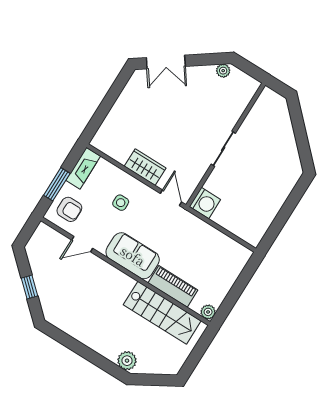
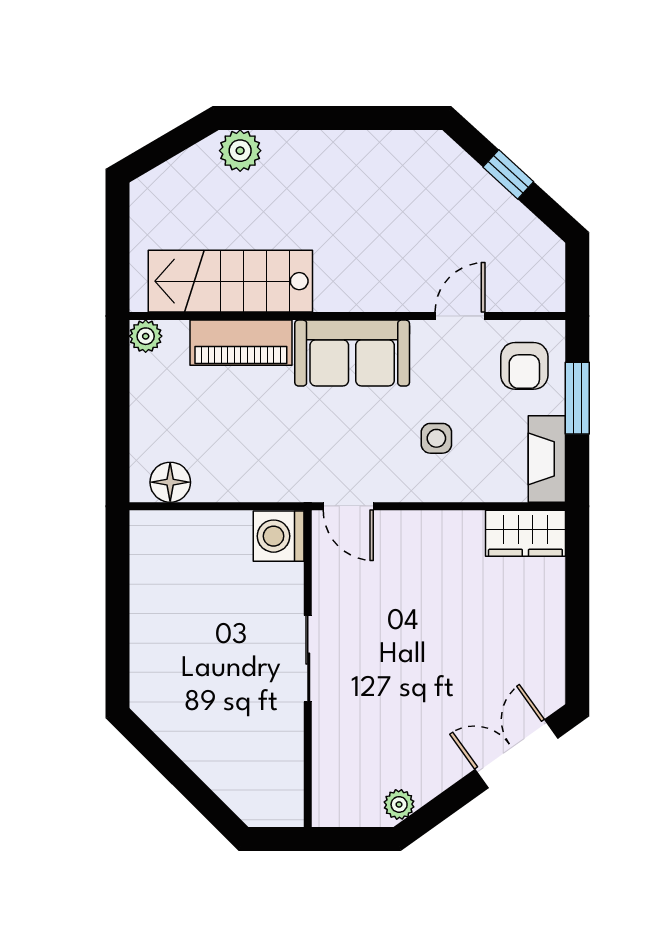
wardrobe: (145, 167) -> (525, 533), moved
armchair: (69, 209) -> (524, 366), turned -90
floor lamp: (234, 250) -> (170, 482), added

